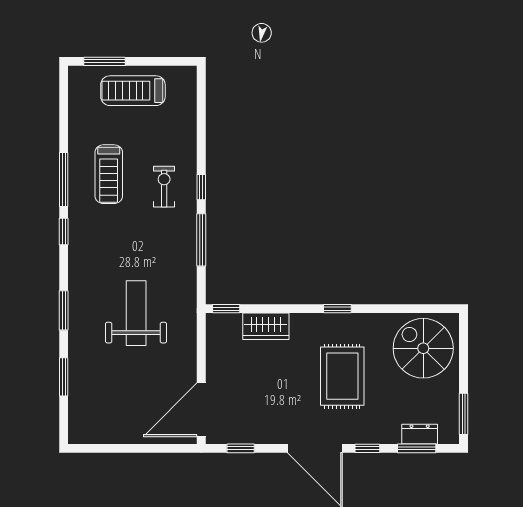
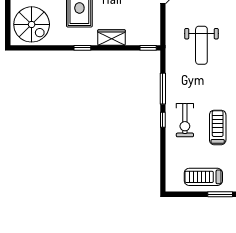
treadmill: (133, 91) -> (203, 177), turned 180
exercise bike: (164, 187) -> (185, 120), width x1.38, depth x1.39
wardrobe: (266, 326) -> (111, 38), moved

